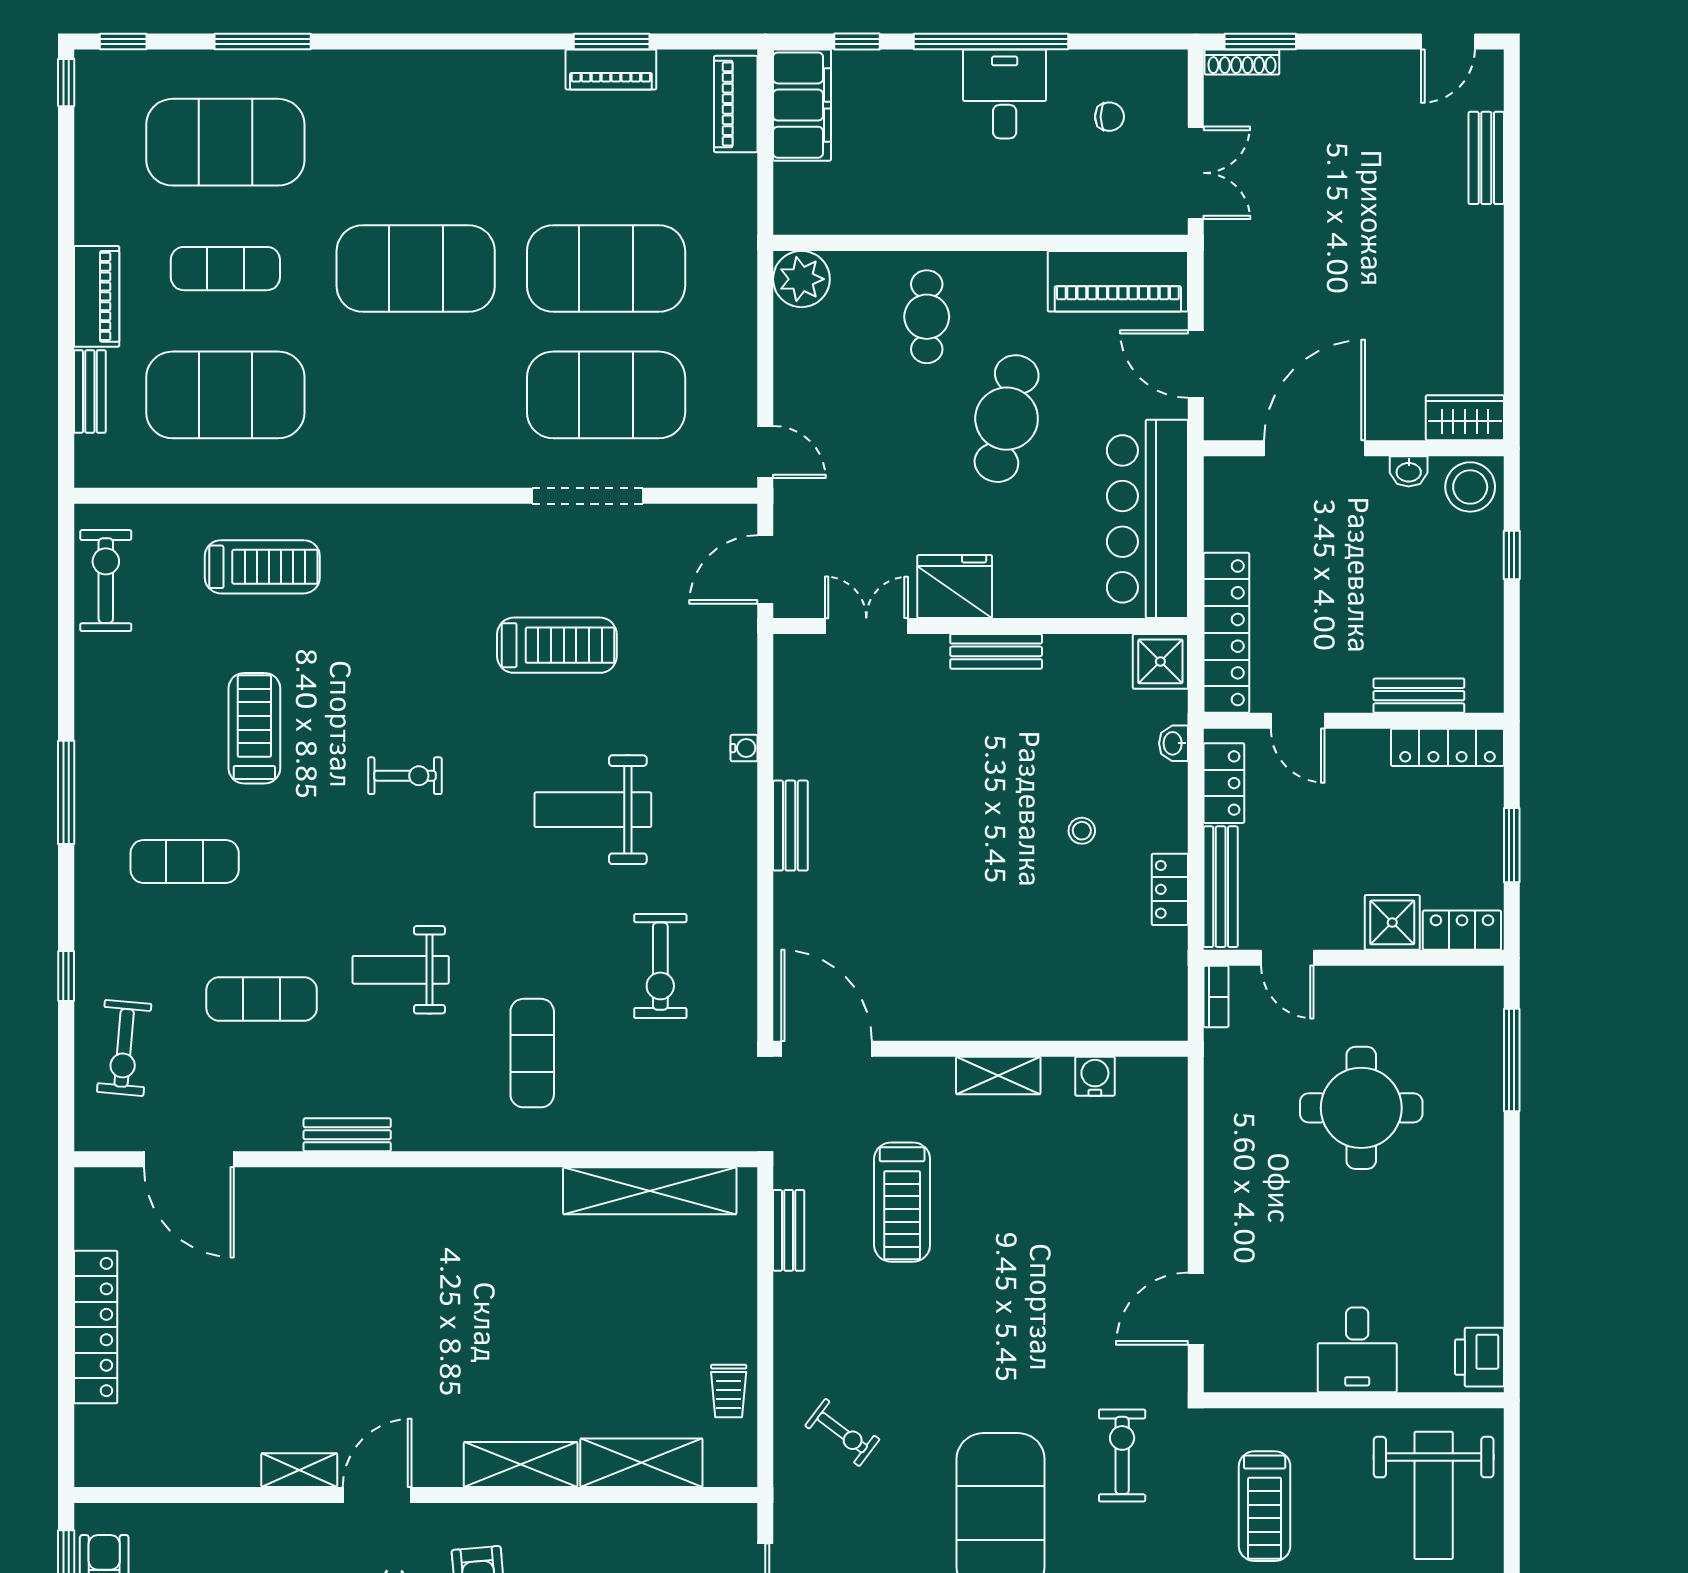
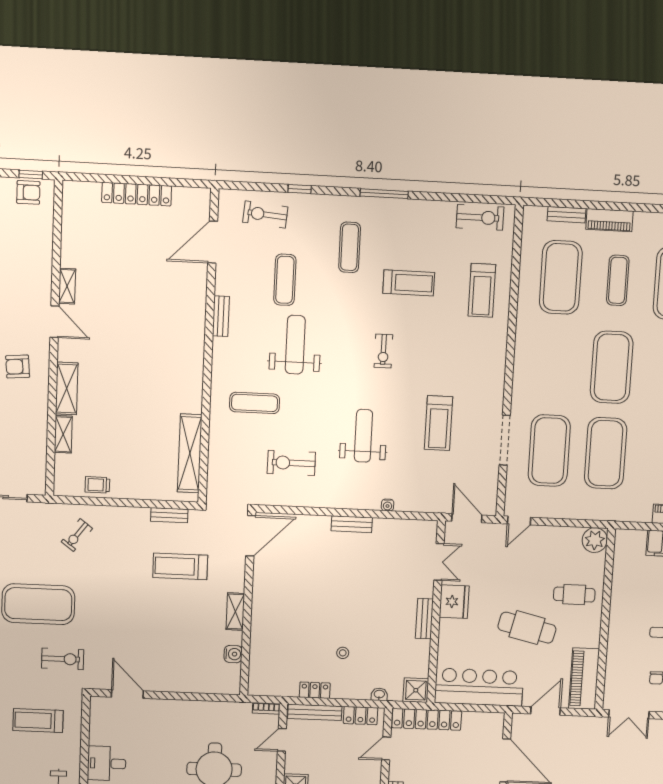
weight bench: (401, 970) -> (295, 345), width x1.36, depth x1.33
shelving: (641, 1463) -> (63, 434), width x0.67, depth x0.75

